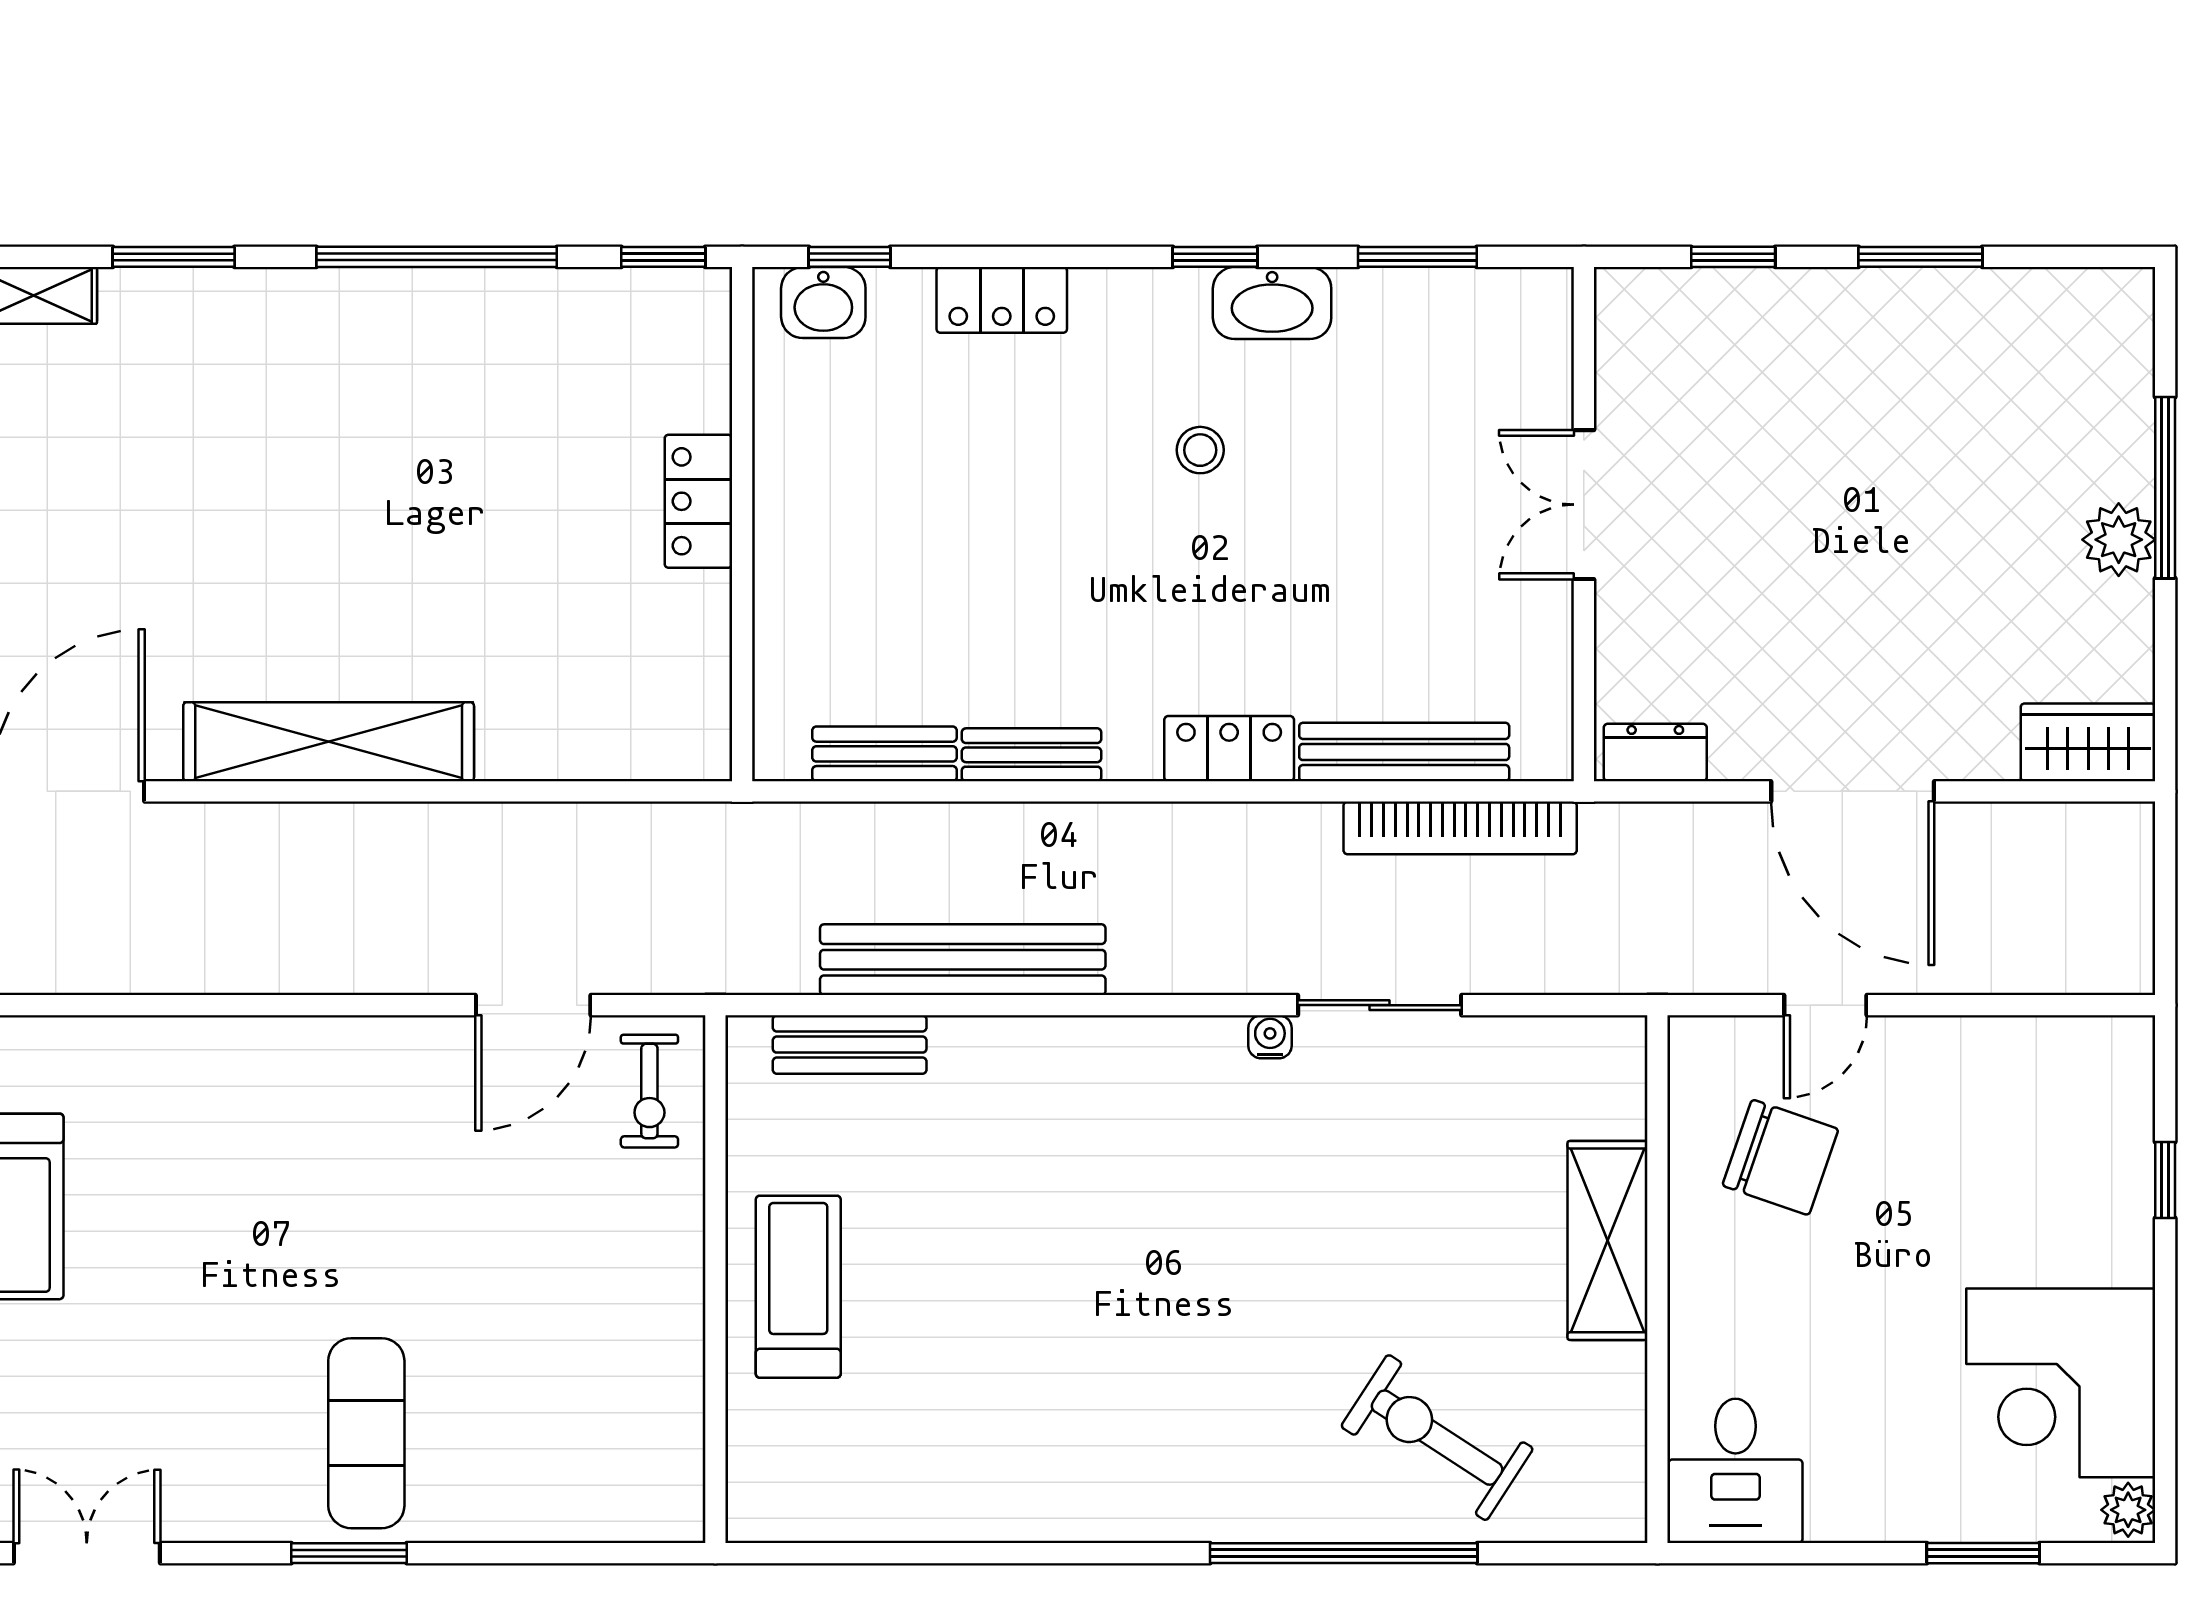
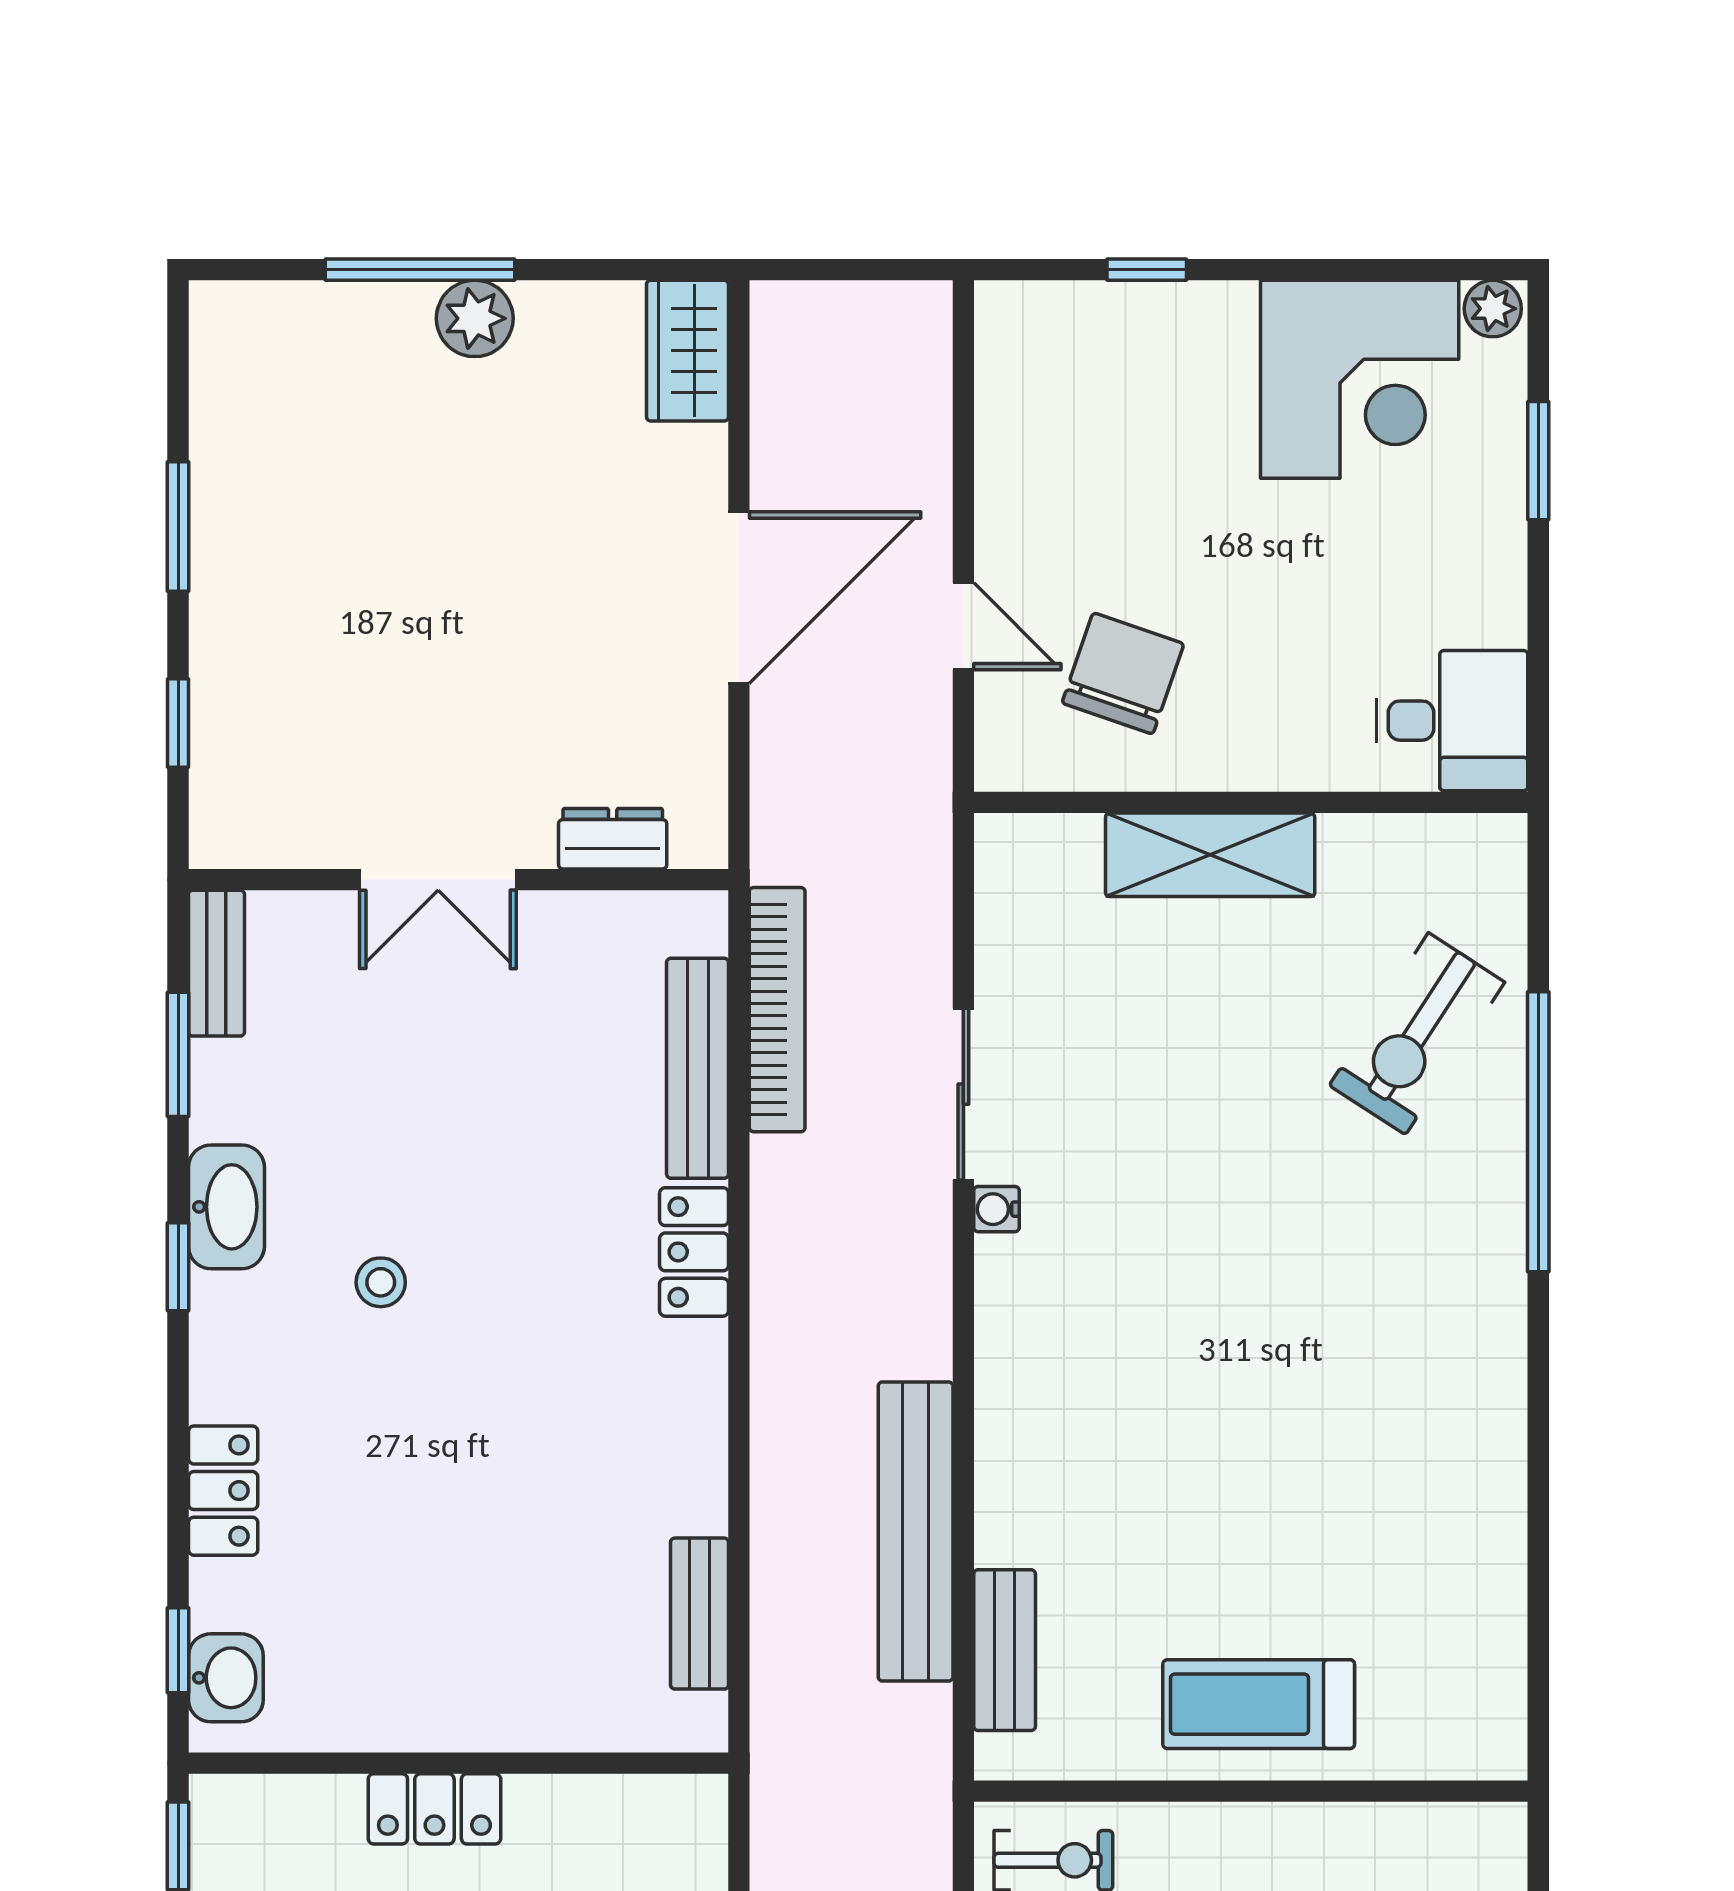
dresser: (1655, 752) -> (613, 839), moved, turned 90
bench: (1032, 755) -> (216, 963), moved

